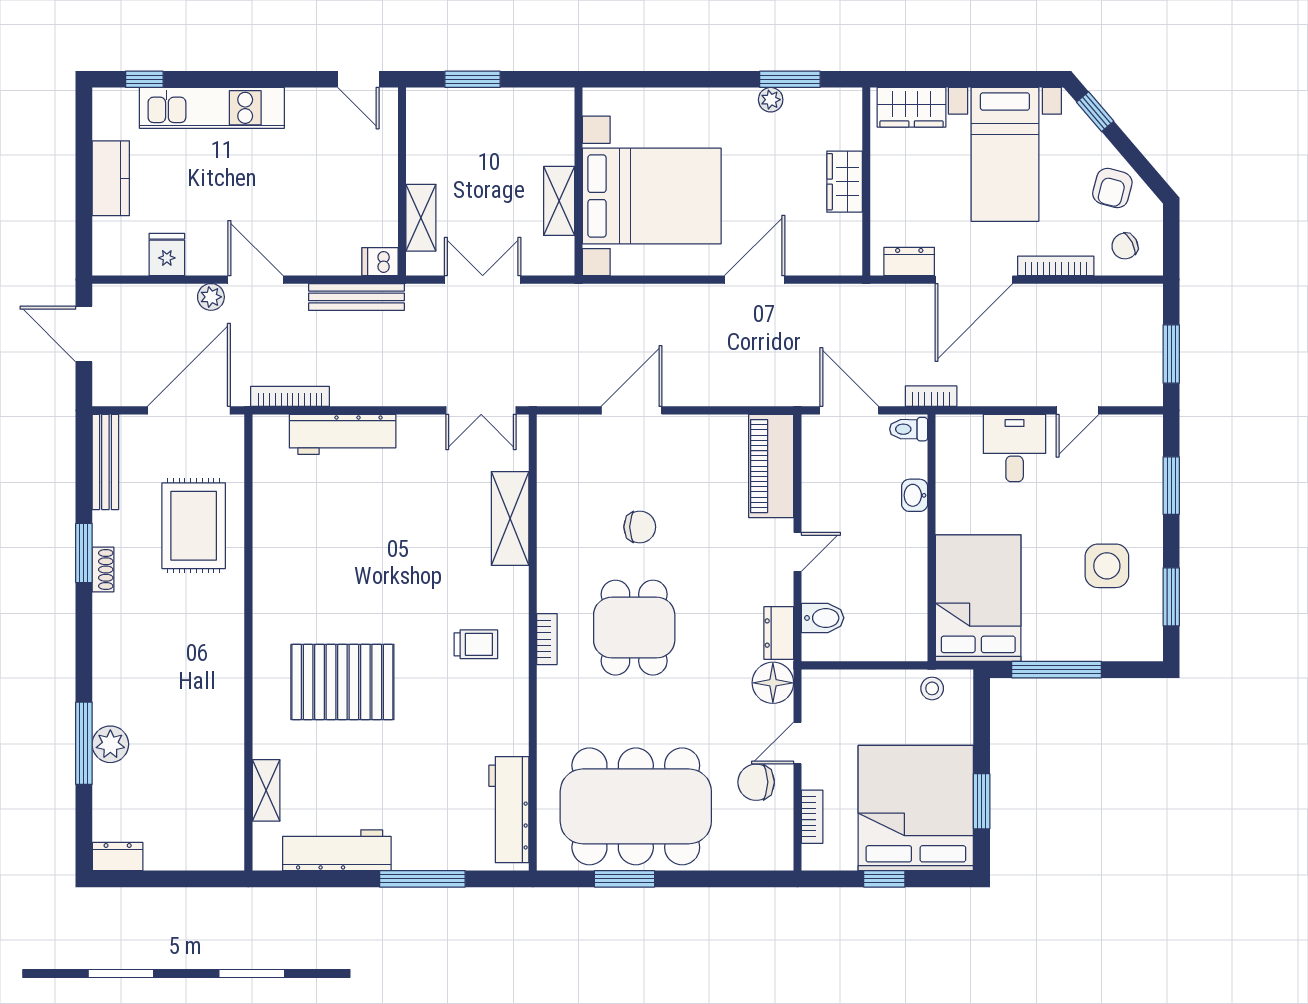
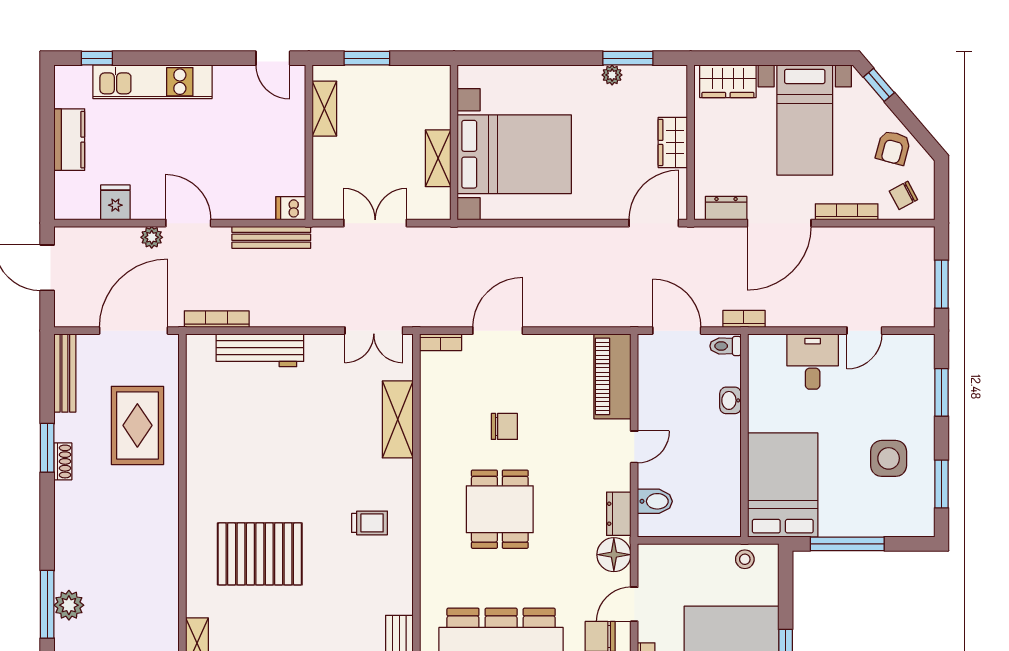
shelving: (421, 218) -> (324, 109), moved
door: (755, 280) -> (654, 223), moved
bookcase: (547, 639) -> (441, 342), moved, turned 90

